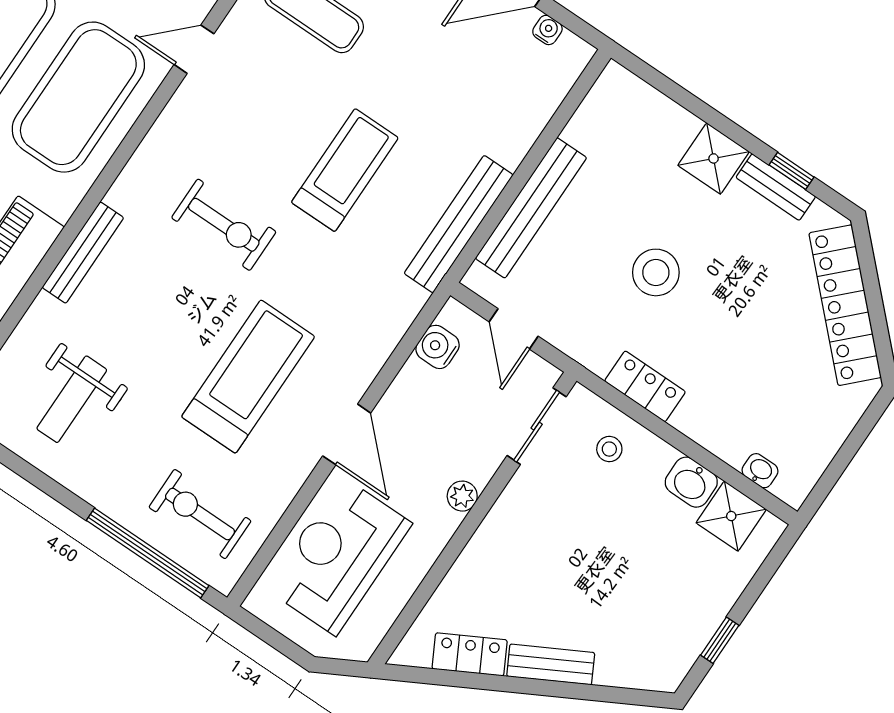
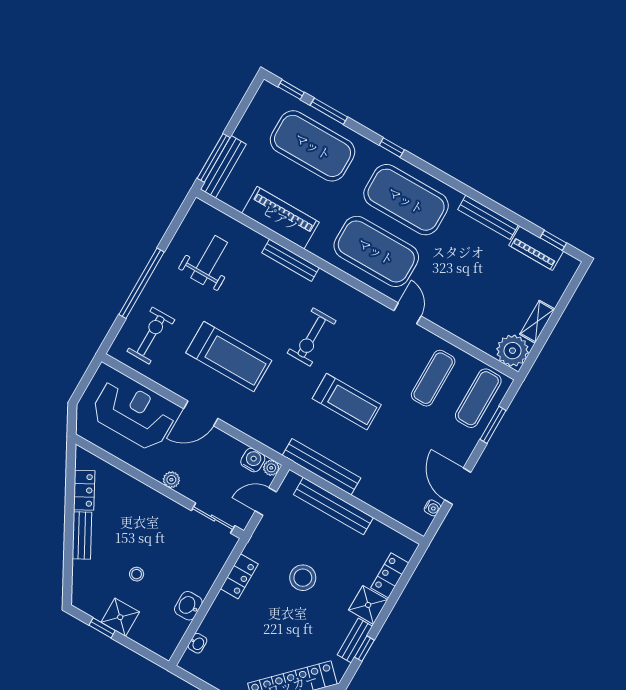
locker: (663, 116) -> (390, 575), added
plant: (454, 315) -> (271, 468), added
weight bench: (72, 399) -> (209, 260), turned 90
stool: (609, 449) -> (137, 574), moved
shower: (731, 516) -> (120, 617), moved
window: (148, 553) -> (141, 283), moved

